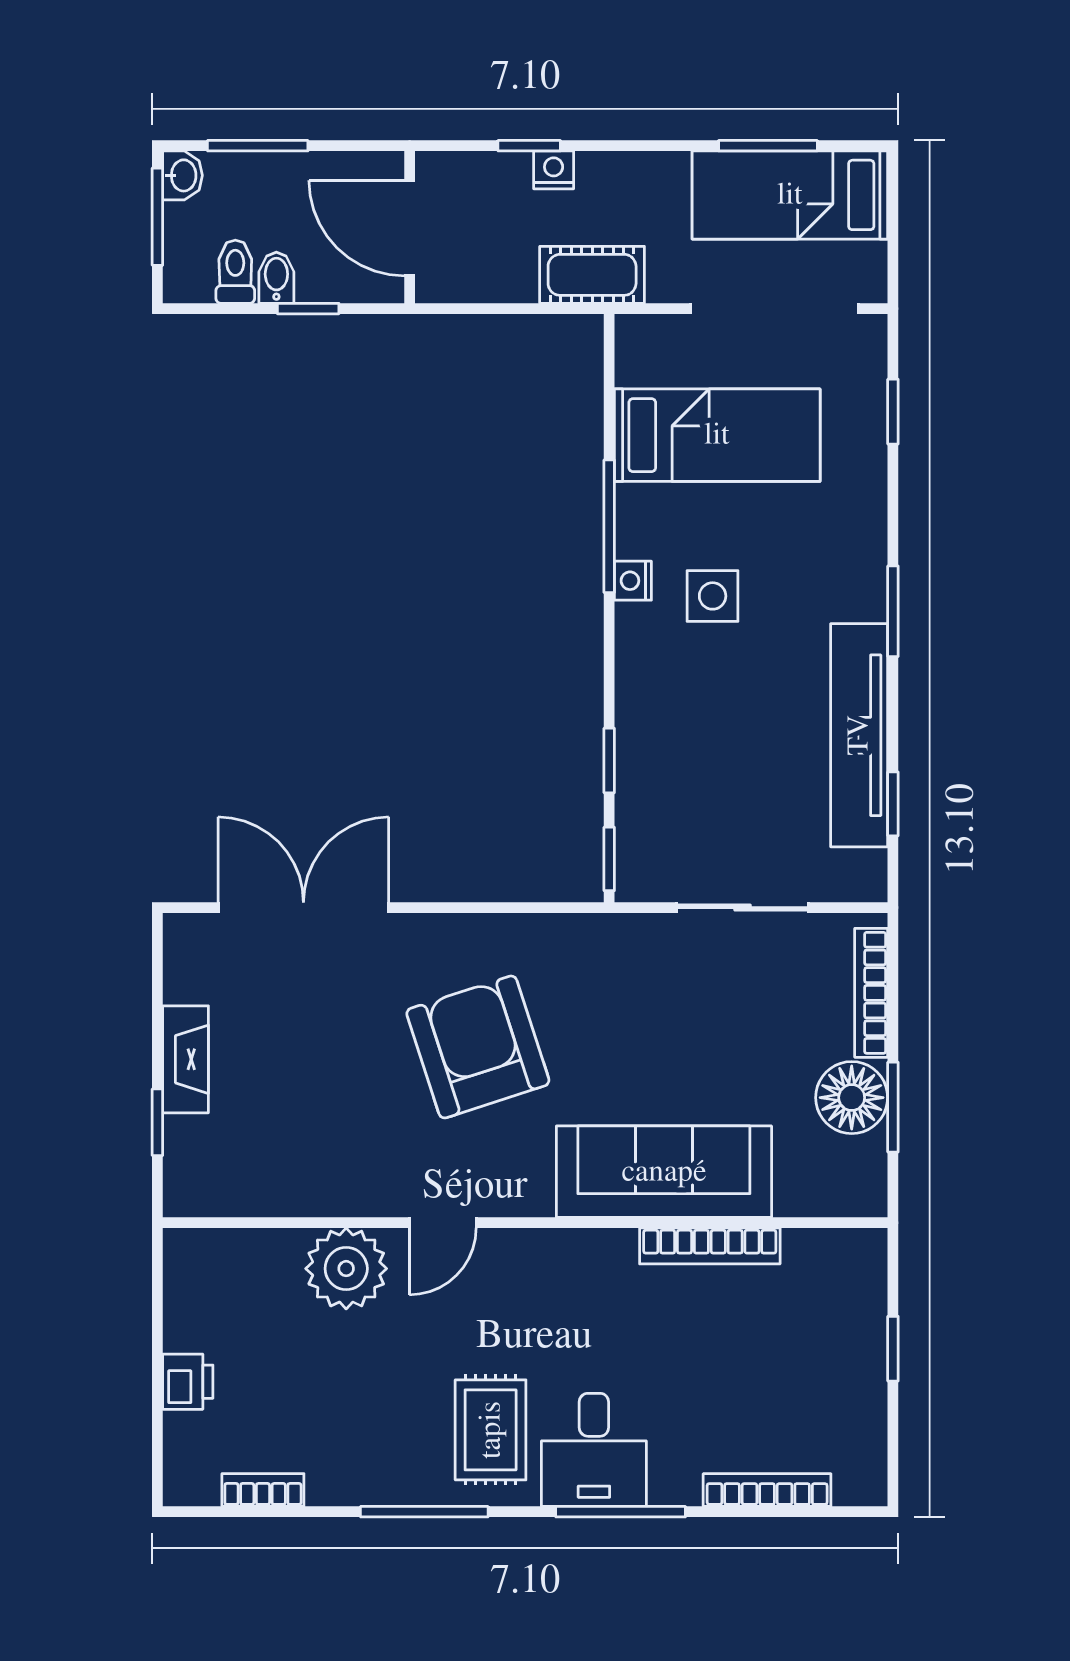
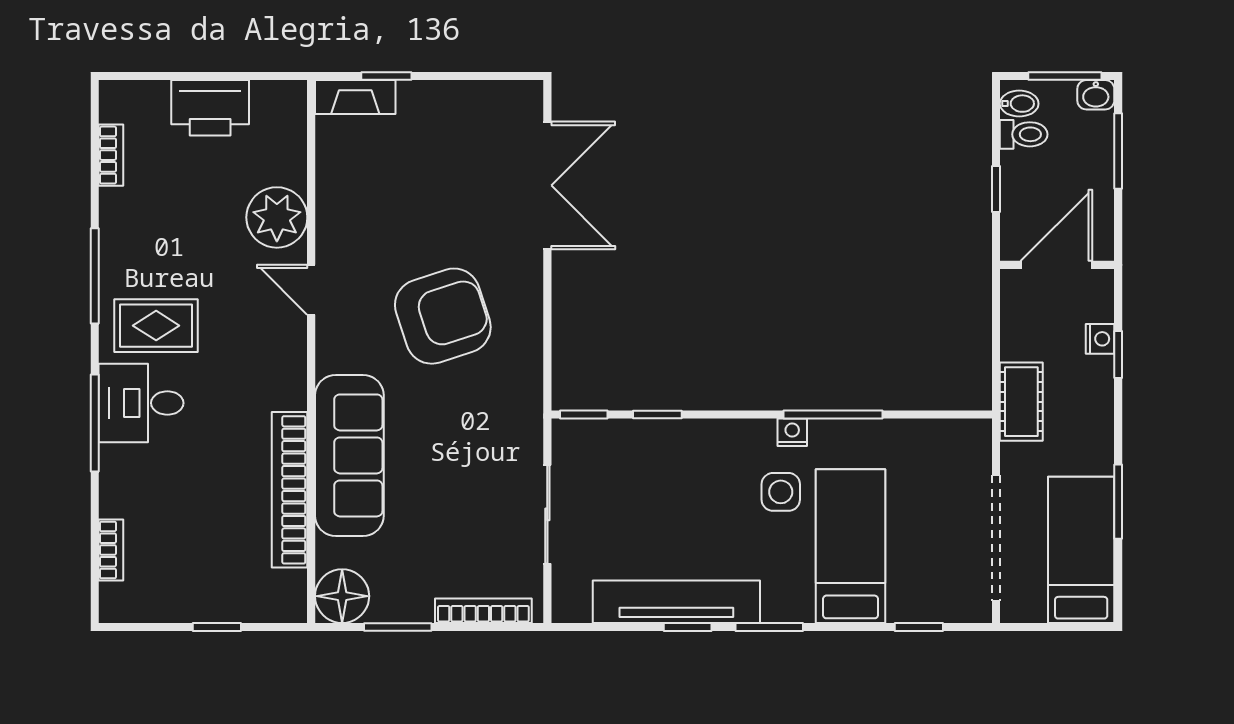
window: (768, 146) -> (1118, 502), moved
nightstand: (554, 170) -> (1100, 339), moved
bidet: (276, 278) -> (1019, 104), moved
bed: (717, 435) -> (851, 546), moved, turned 180
window: (893, 804) -> (688, 627), moved
fireplace: (186, 1059) -> (355, 97), moved
floor lamp: (852, 1098) -> (342, 596), moved
bookcase: (710, 1246) -> (290, 490), width x1.48, depth x1.31
printer: (188, 1382) -> (210, 108), width x1.87, depth x1.48
bookcase: (767, 1490) -> (111, 550), width x0.64

